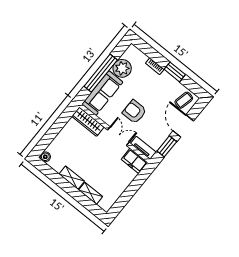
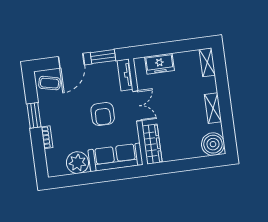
window: (101, 73) -> (100, 176), removed
double door: (118, 136) -> (137, 106), swing flipped
boiler: (45, 157) -> (213, 144), width x1.86, depth x1.86
freezer: (134, 161) -> (160, 64), moved, turned 90
shelving: (91, 193) -> (207, 62), moved

